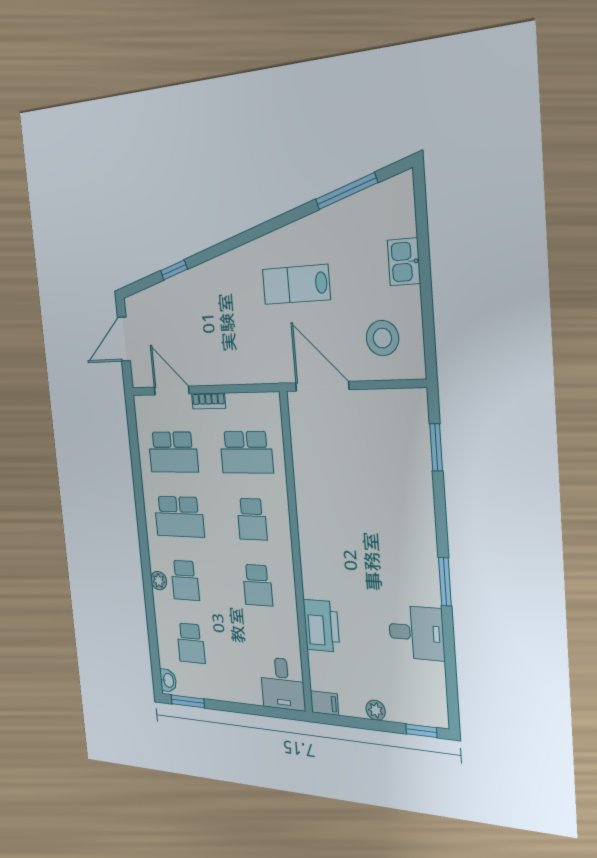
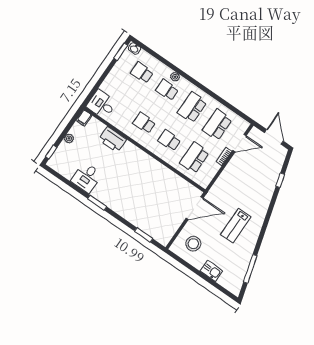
lab bench: (296, 284) -> (236, 226), turned 180

